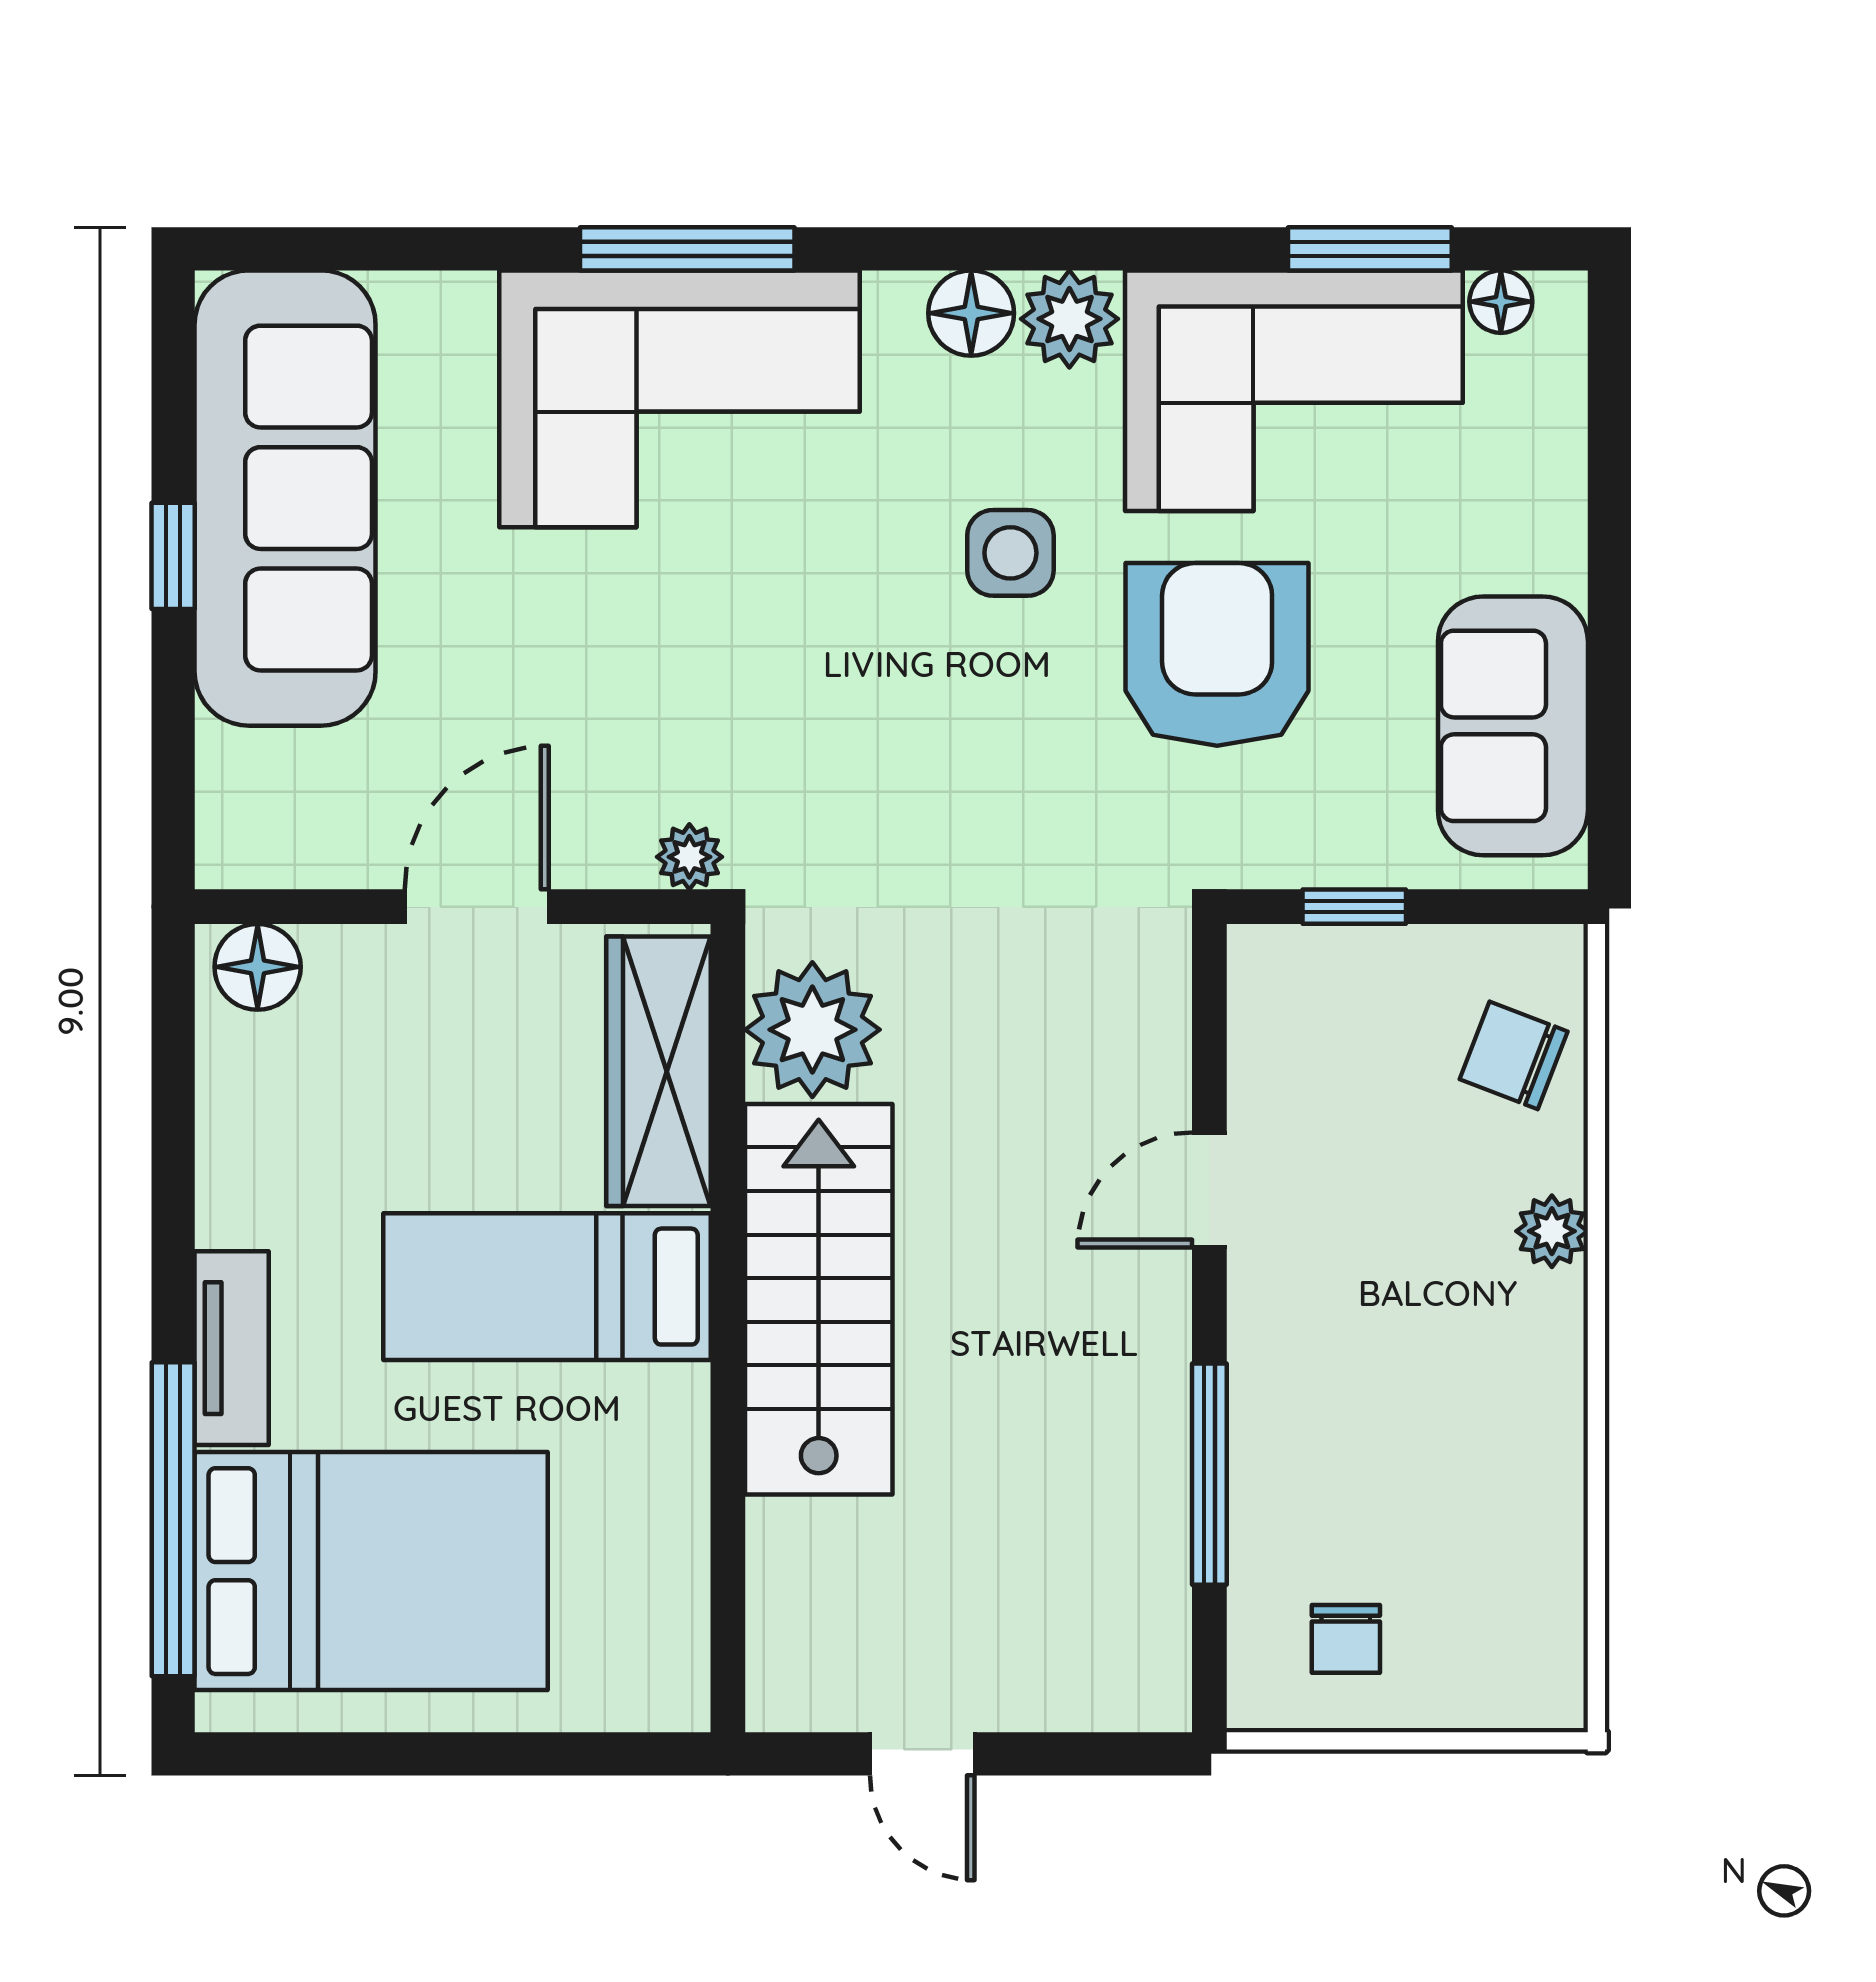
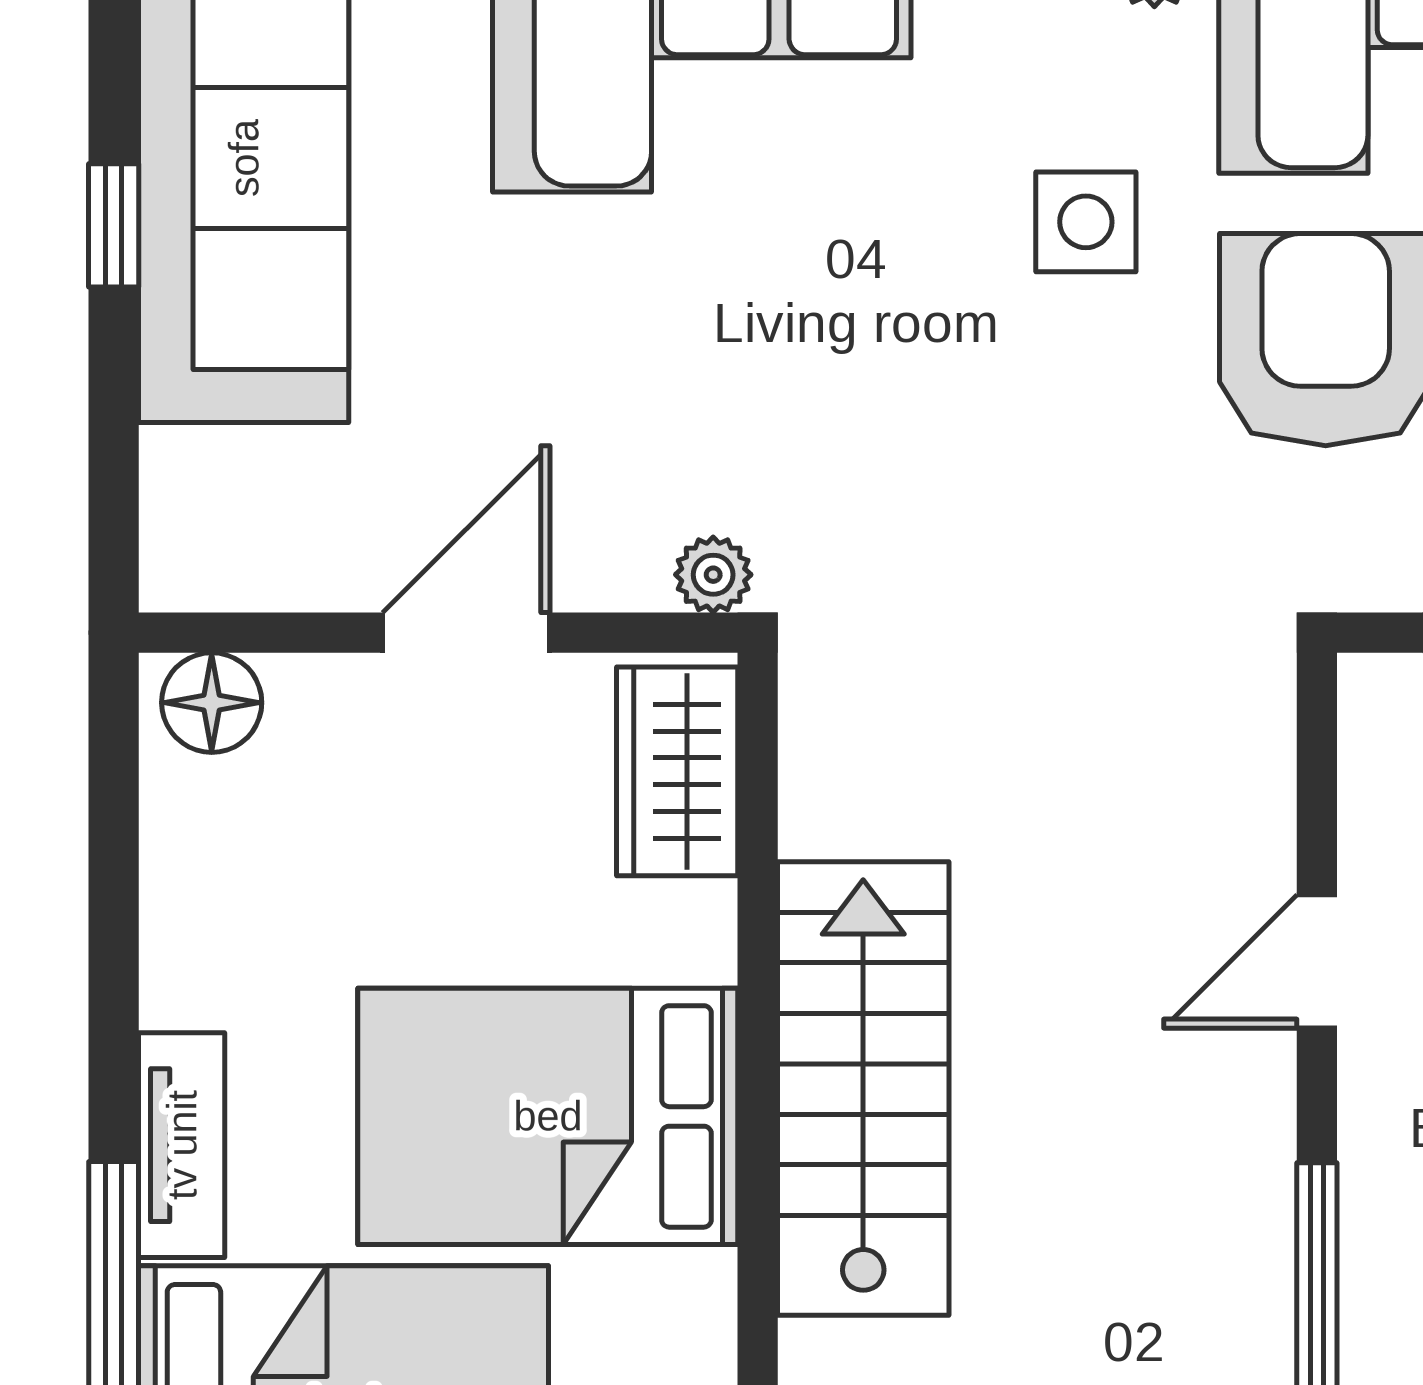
plant: (812, 1030) -> (856, 775), removed
wardrobe: (658, 1071) -> (677, 771), width x0.67
bed: (547, 1287) -> (548, 1116), width x1.50

